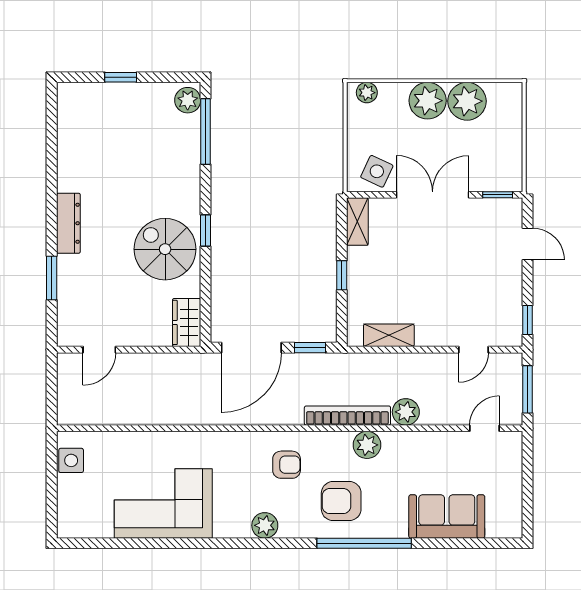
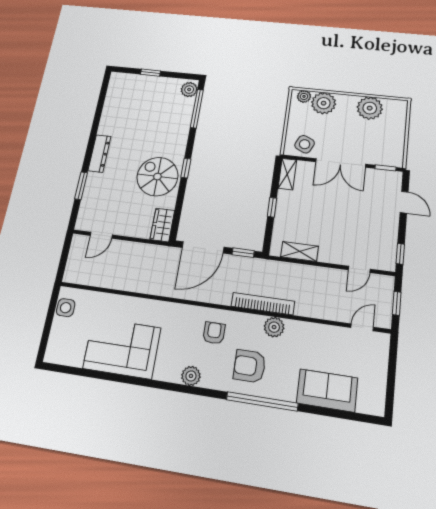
plant: (428, 101) -> (324, 103), moved
double door: (433, 195) -> (341, 163), swing flipped
window: (527, 389) -> (397, 303), width x0.67
plant: (406, 412) -> (305, 307), removed
armchair: (287, 465) -> (214, 333), turned -90

